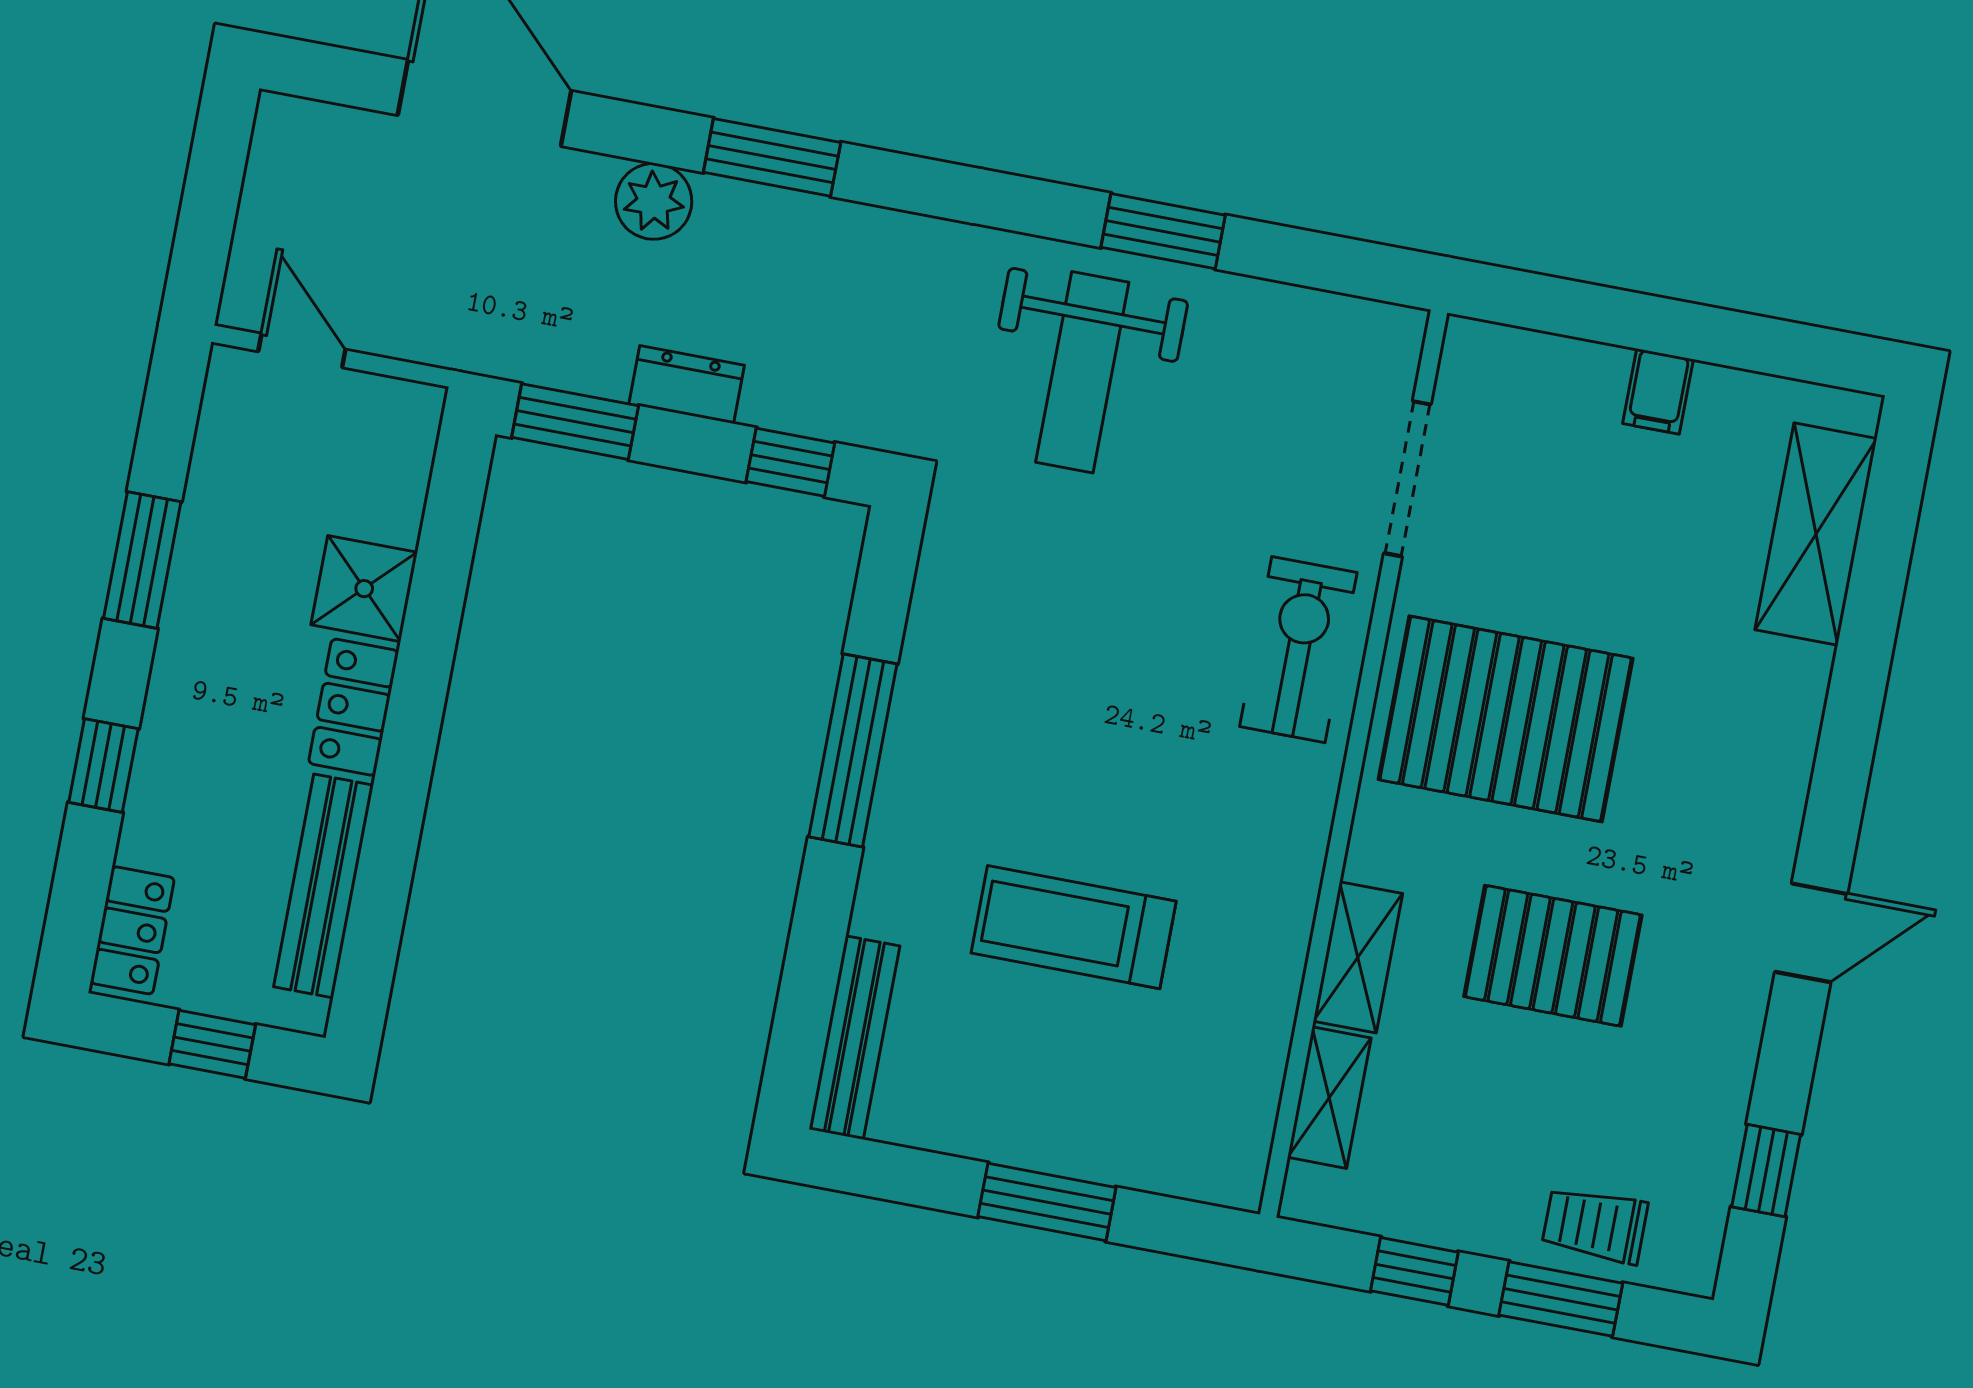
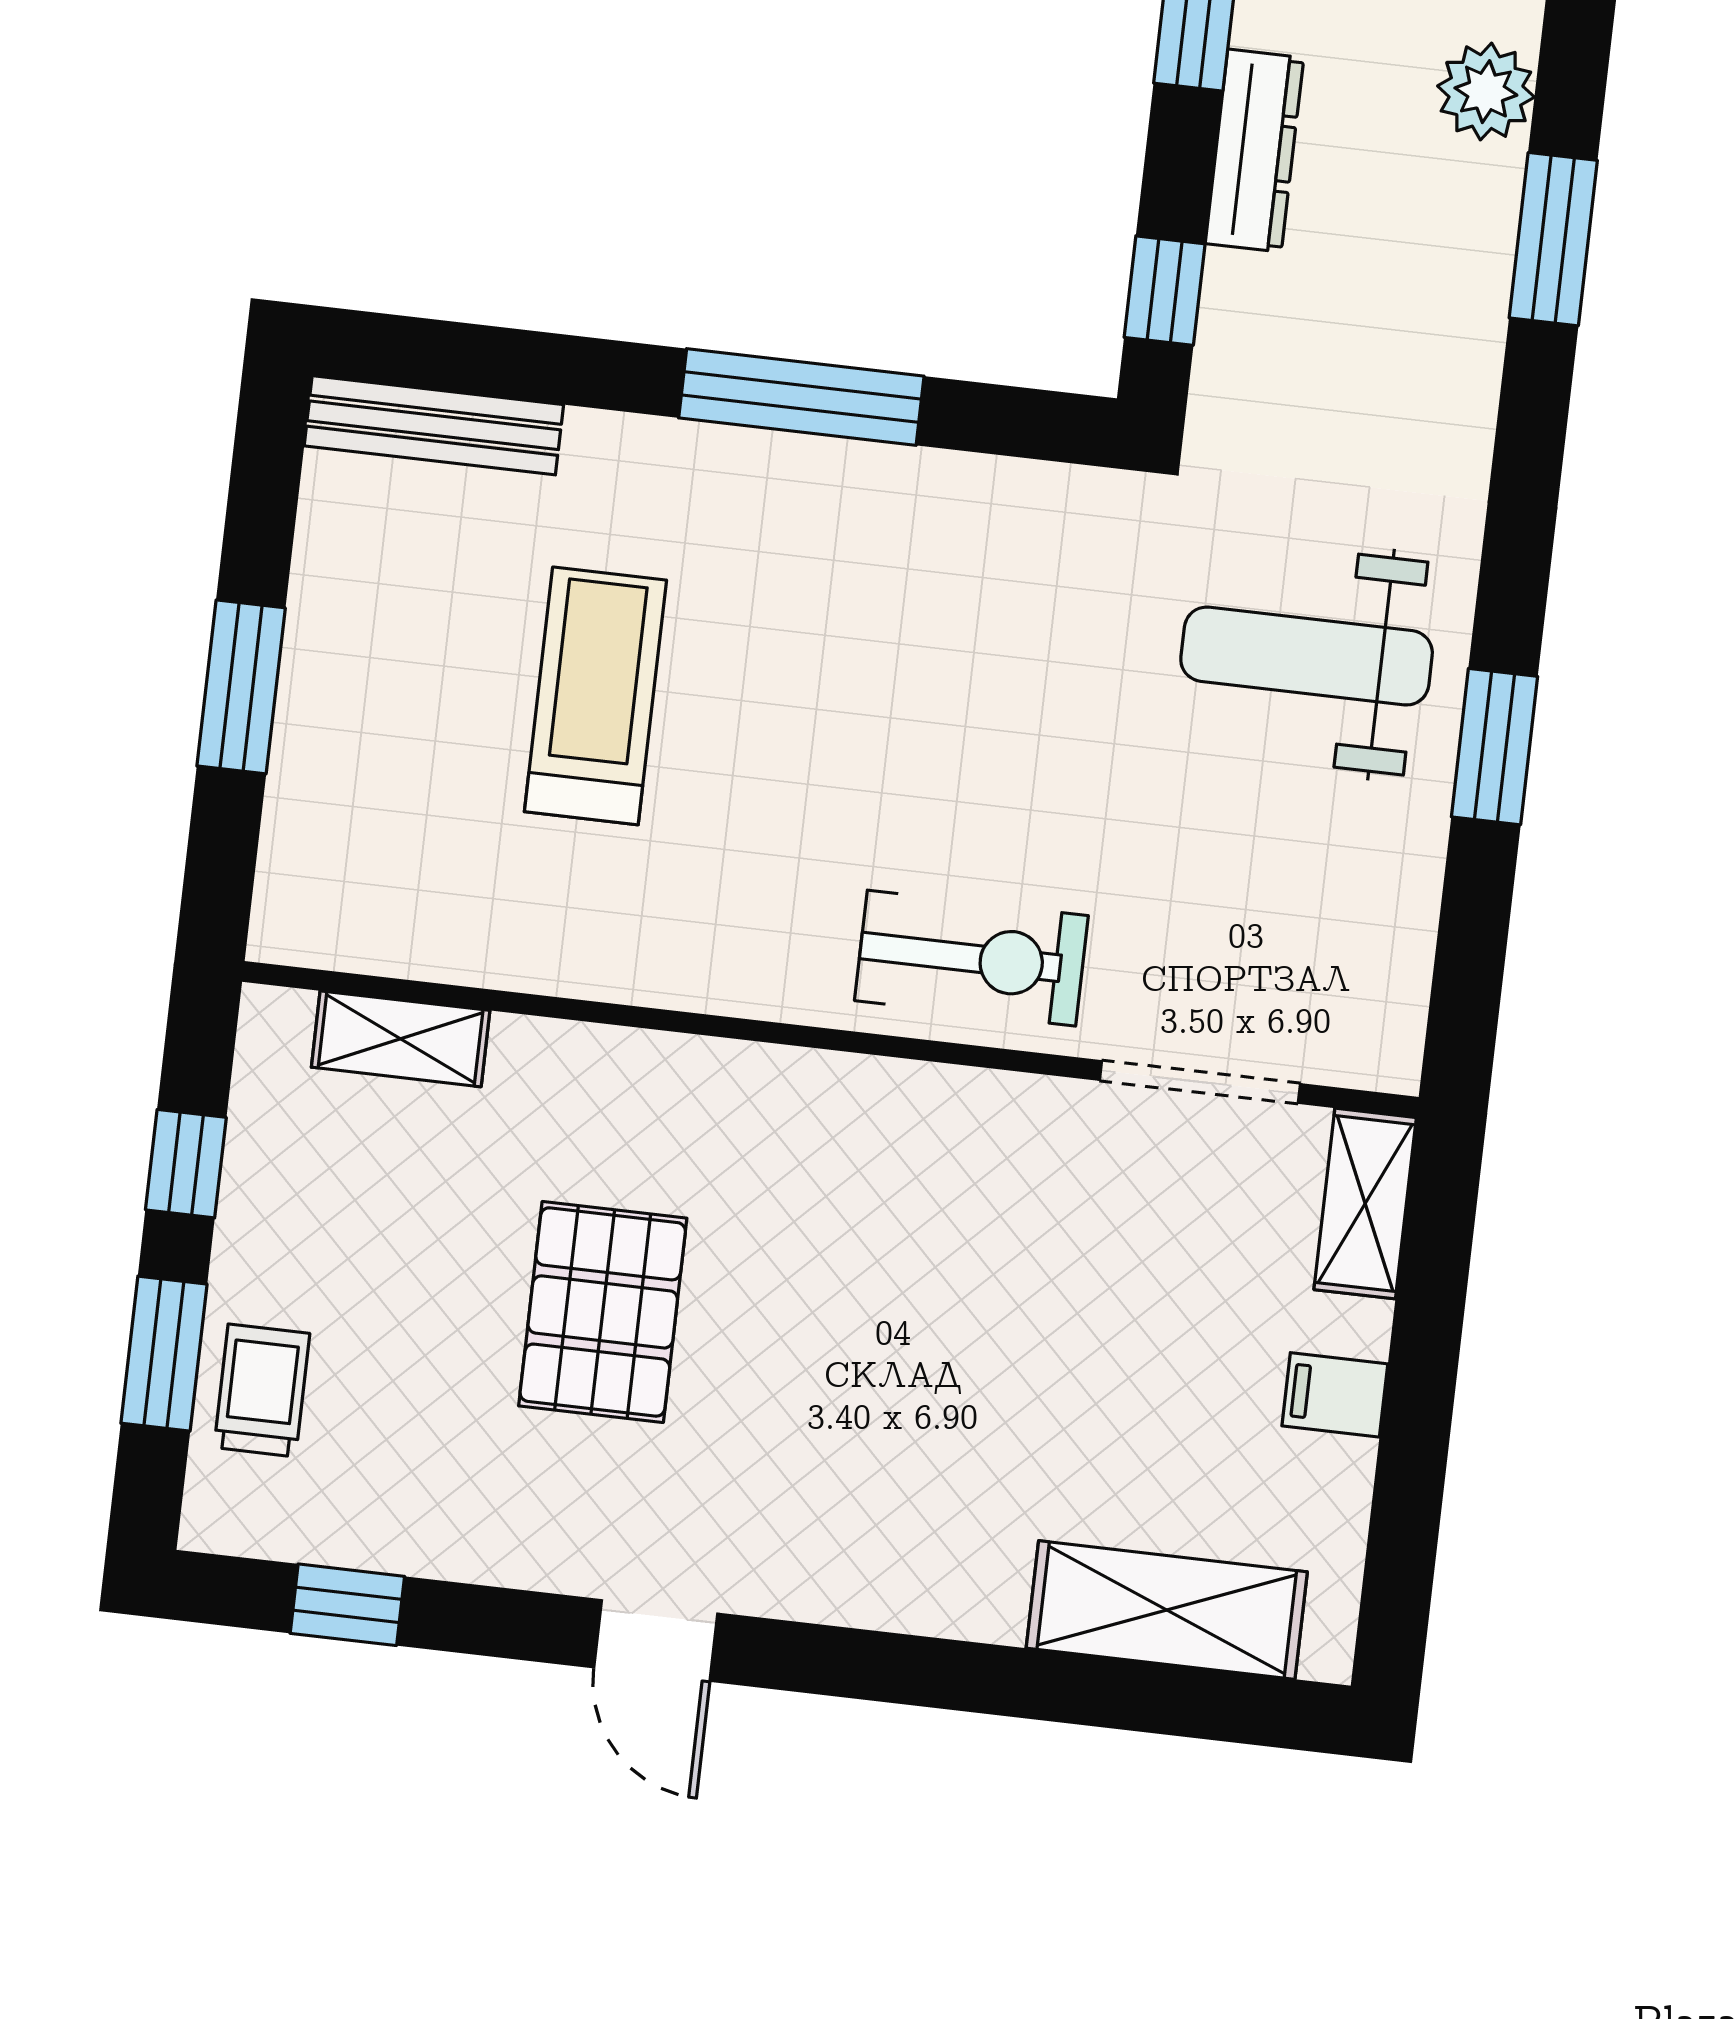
dresser: (687, 385) -> (1254, 151), width x1.44
pallet: (1506, 719) -> (902, 1230), removed
shelving: (1358, 957) -> (1365, 1204), moved, turned 90

